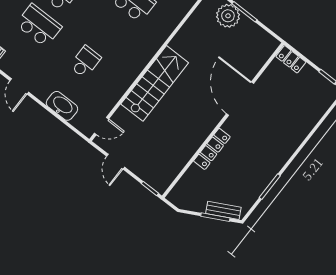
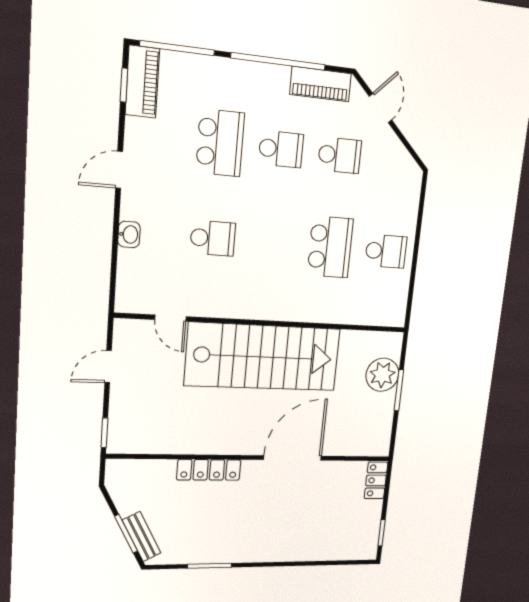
stairs: (155, 83) -> (263, 357), width x1.36, depth x1.51
washbasin: (62, 106) -> (129, 234), width x0.52, depth x0.69
door: (101, 126) -> (170, 318), moved

